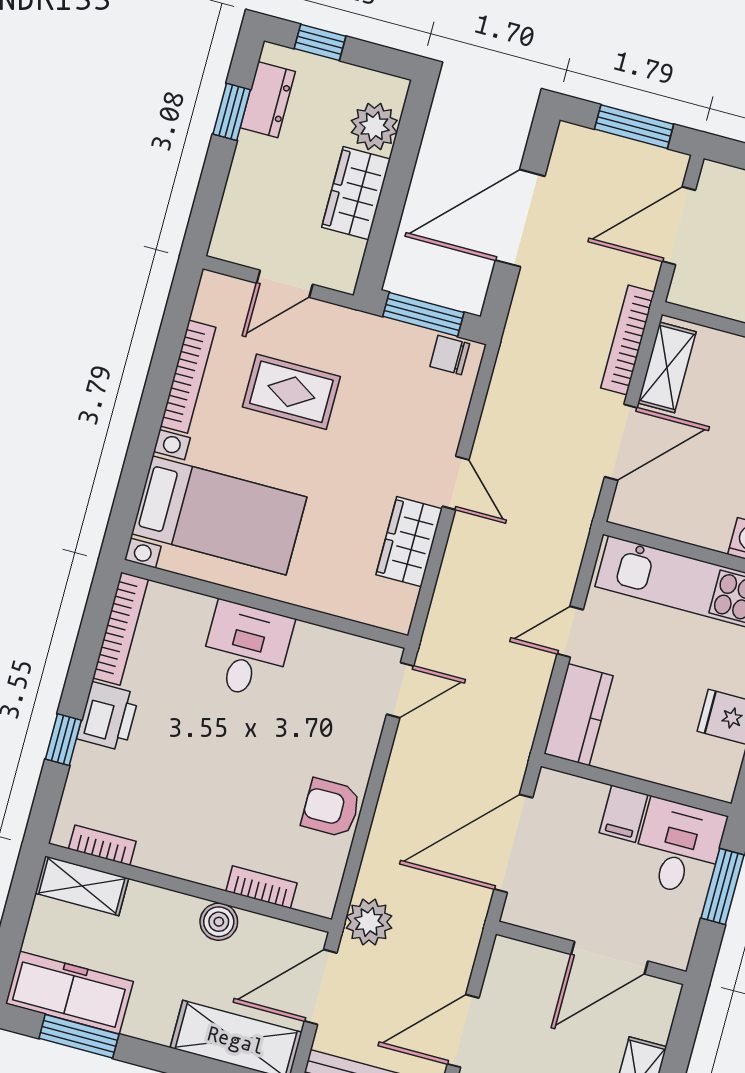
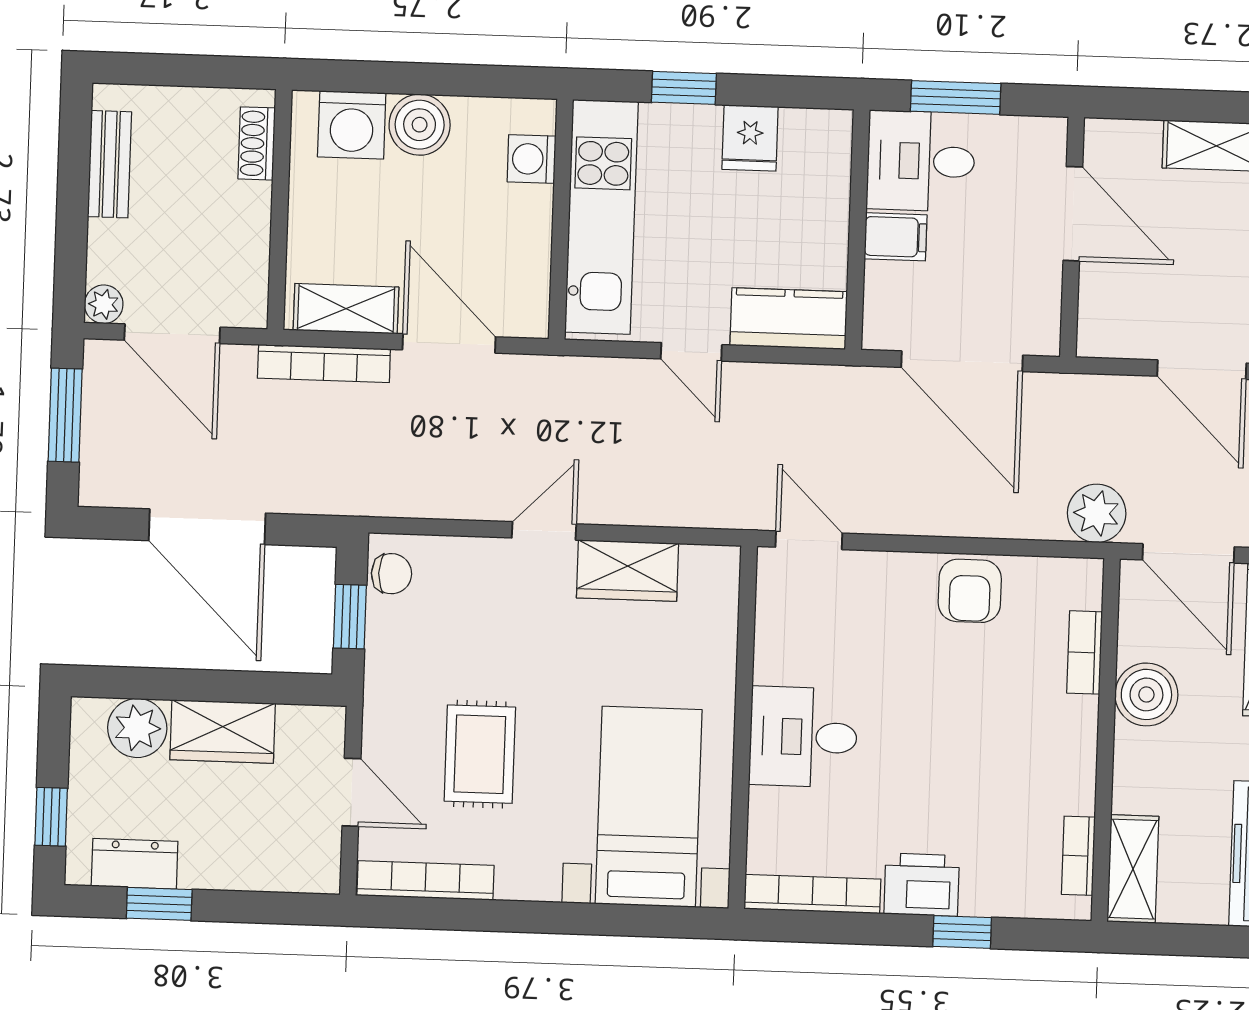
plant: (714, 177) -> (104, 304), added
window: (423, 314) -> (350, 617), width x0.67
chair: (450, 355) -> (392, 574), turned -90
bookcase: (188, 377) -> (425, 880), moved
boiler: (219, 922) -> (1146, 694), width x1.36, depth x1.36

